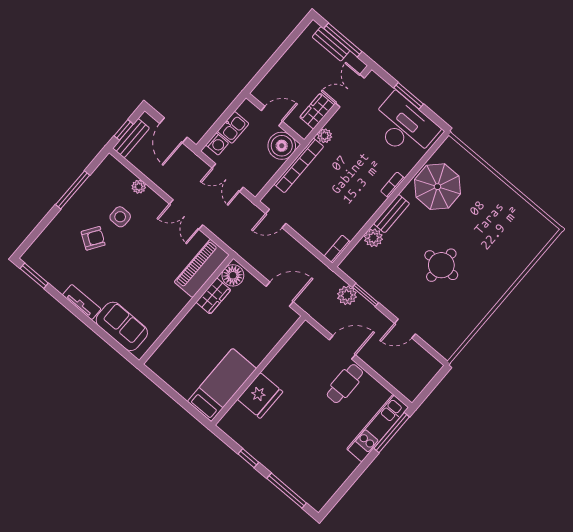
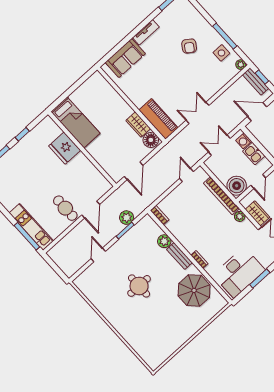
plant: (139, 187) -> (241, 65), moved
side table: (120, 217) -> (221, 53), moved

